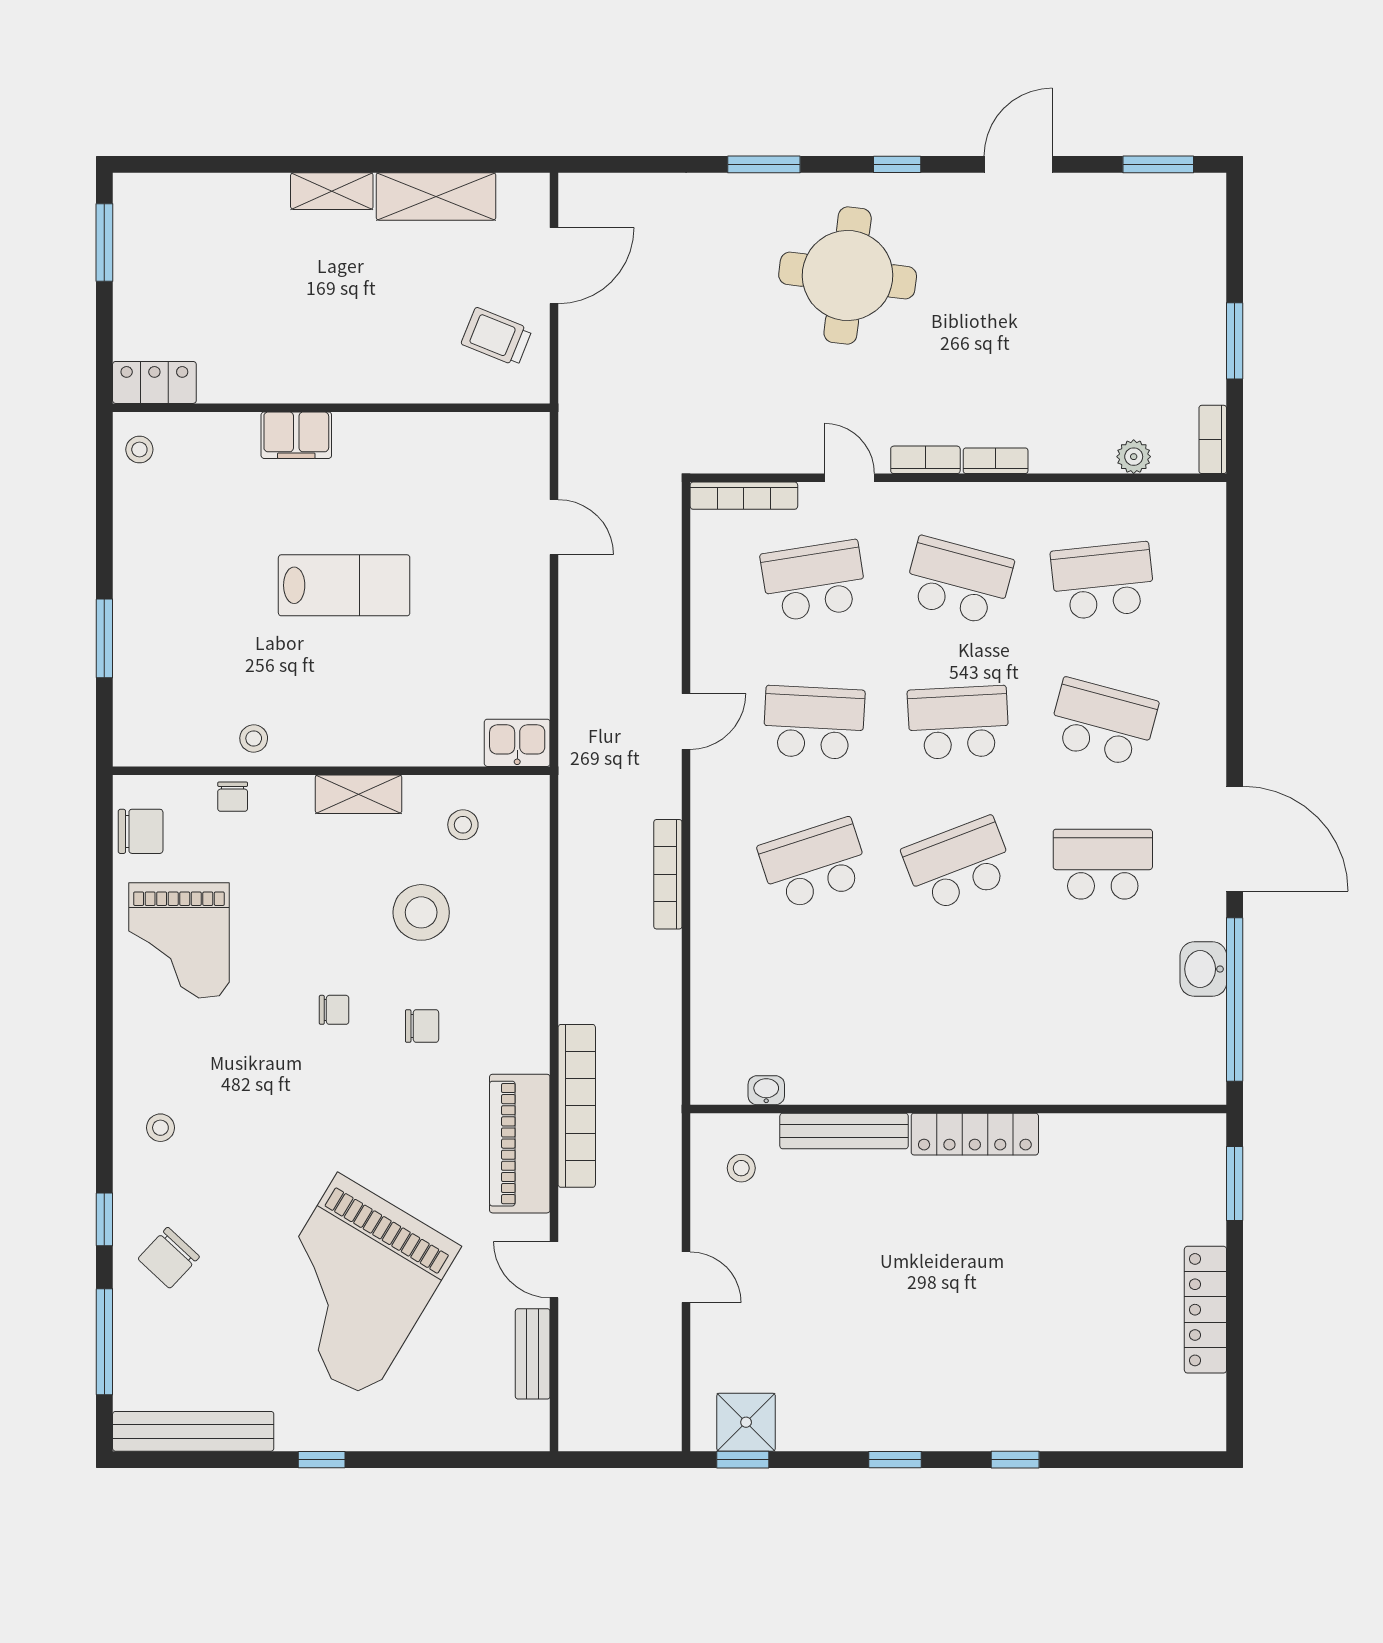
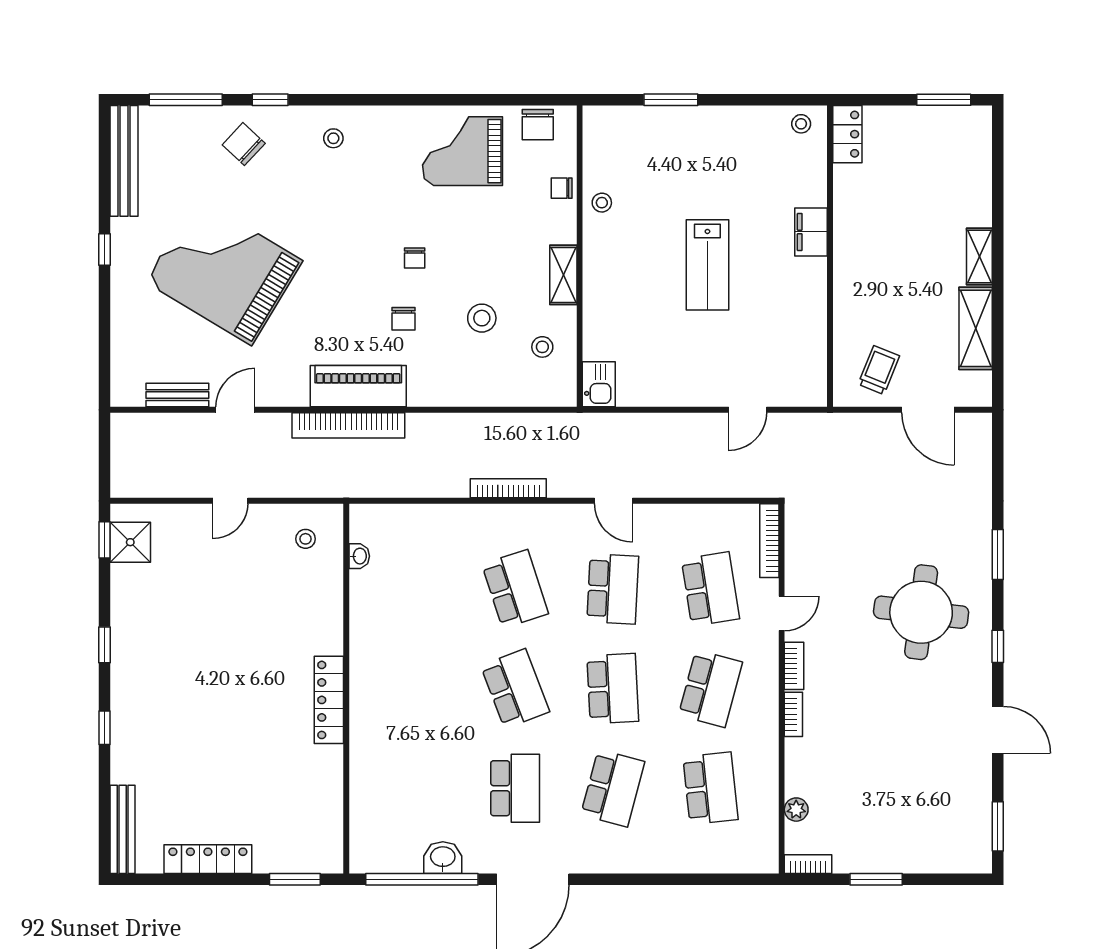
stool: (421, 912) -> (482, 318), width x0.73, depth x0.73
bench: (844, 1131) -> (123, 829), moved
piano: (520, 1144) -> (358, 386), moved

